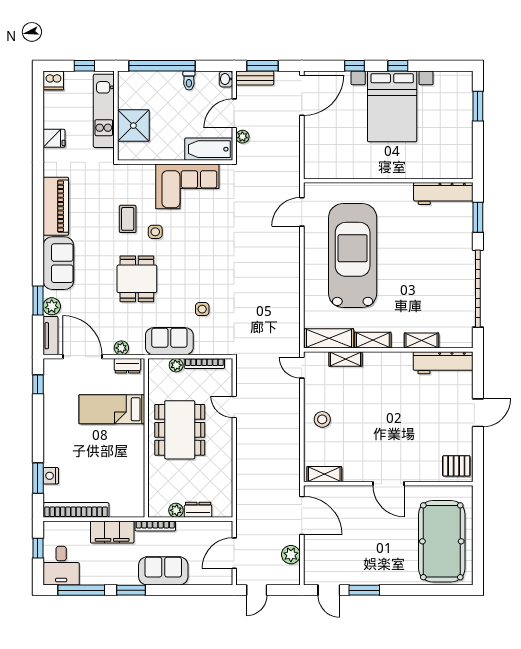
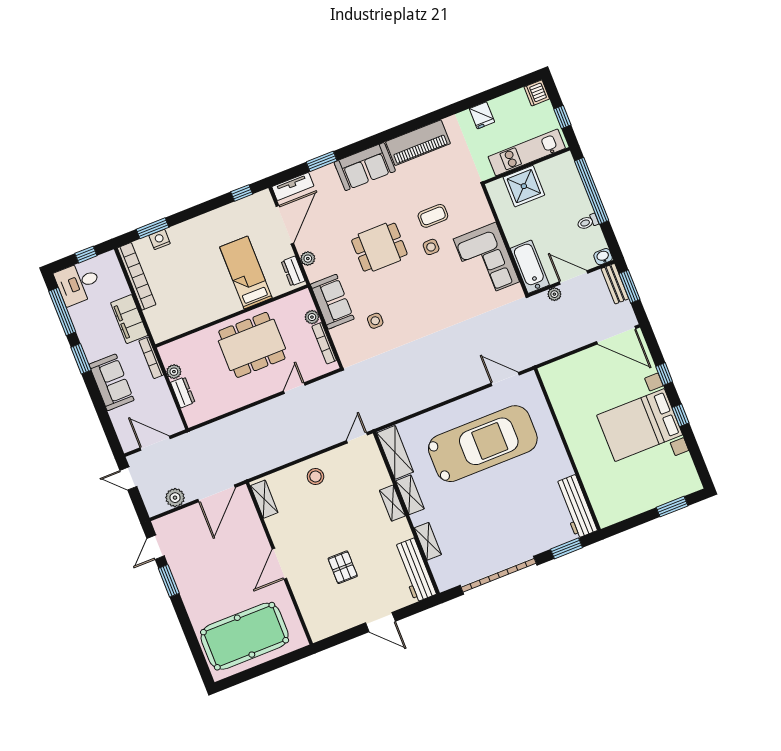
plant: (52, 306) -> (321, 177), removed
shelving: (345, 359) -> (392, 503), moved
pallet: (456, 466) -> (343, 567), moved

